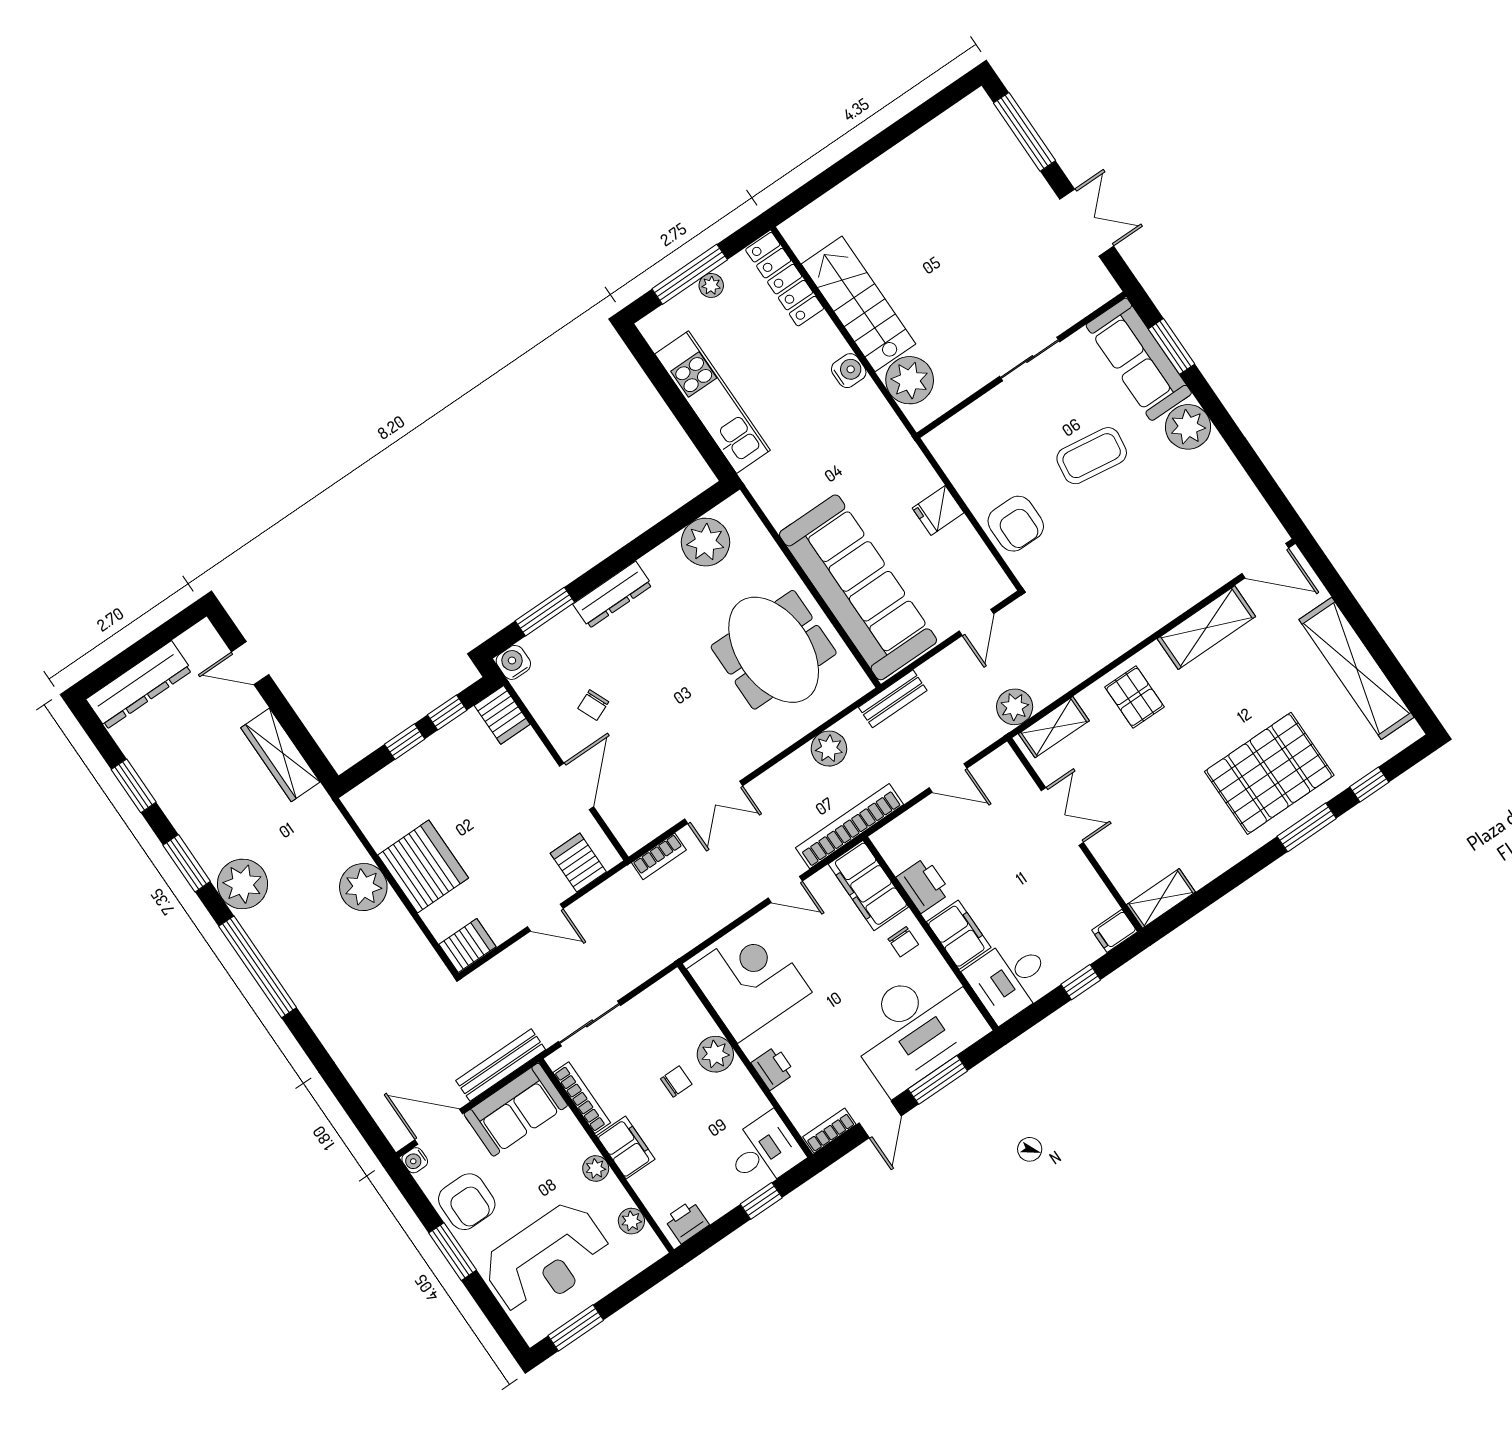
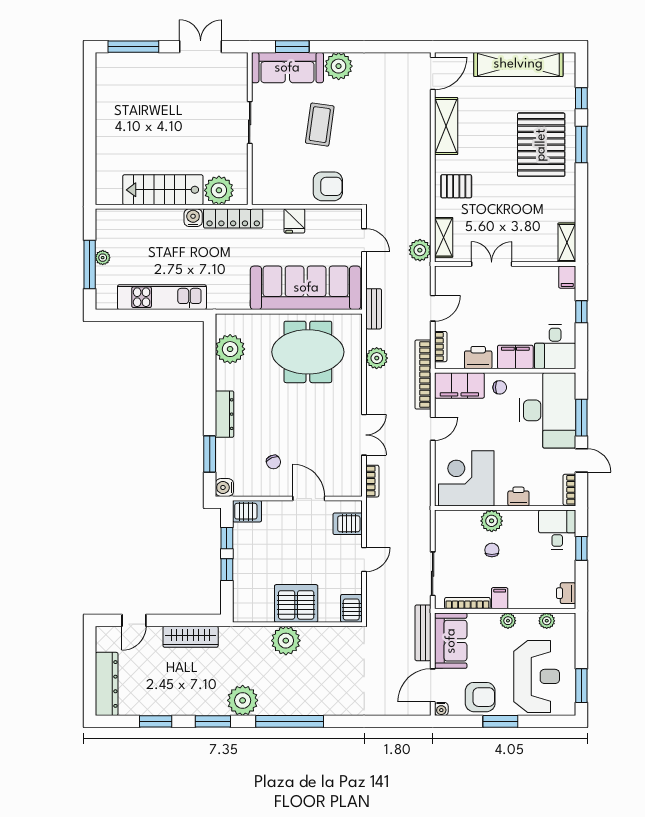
locker: (785, 279) -> (233, 218), moved
bookcase: (904, 824) -> (441, 347), added
filing cabinet: (626, 1148) -> (500, 598), width x0.50

